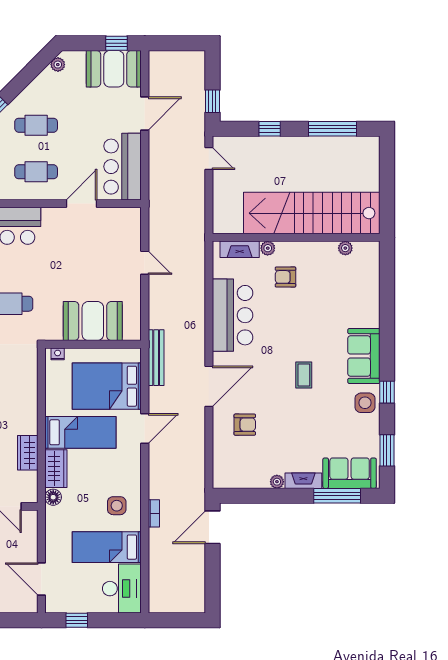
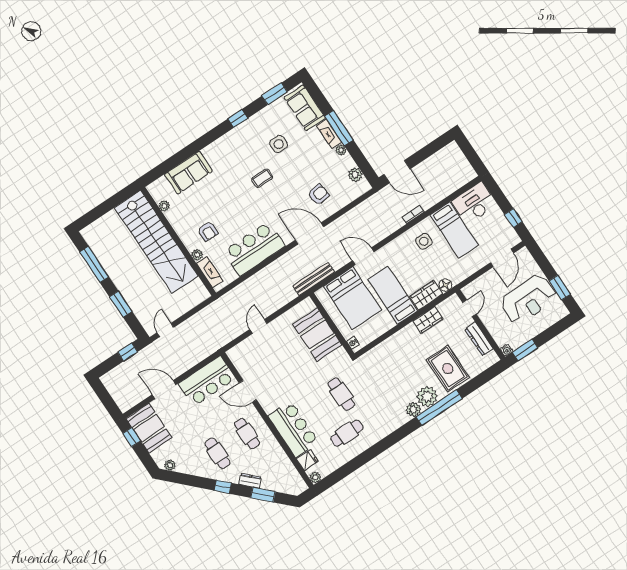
window: (270, 129) -> (121, 304), width x1.50
sofa: (364, 356) -> (188, 173), moved
side table: (365, 403) -> (279, 144), moved
armchair: (245, 425) -> (318, 195), turned 83
plant: (240, 479) -> (355, 175), added
window: (337, 496) -> (339, 128), moved

